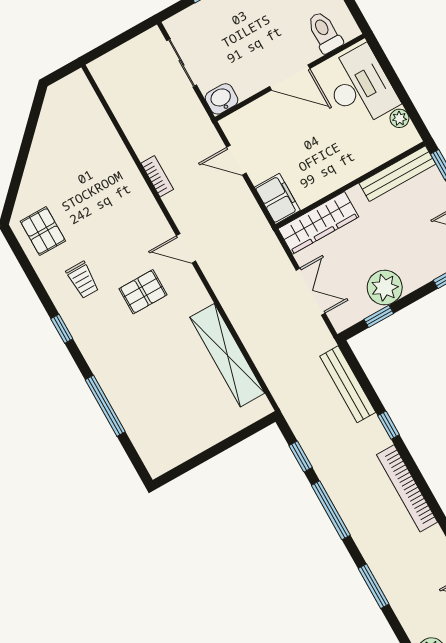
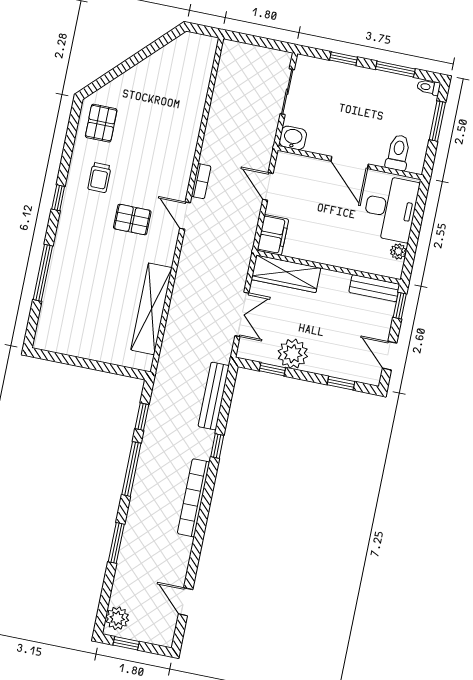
bench: (397, 174) -> (374, 288), width x0.73
bookcase: (157, 176) -> (201, 181), moved

